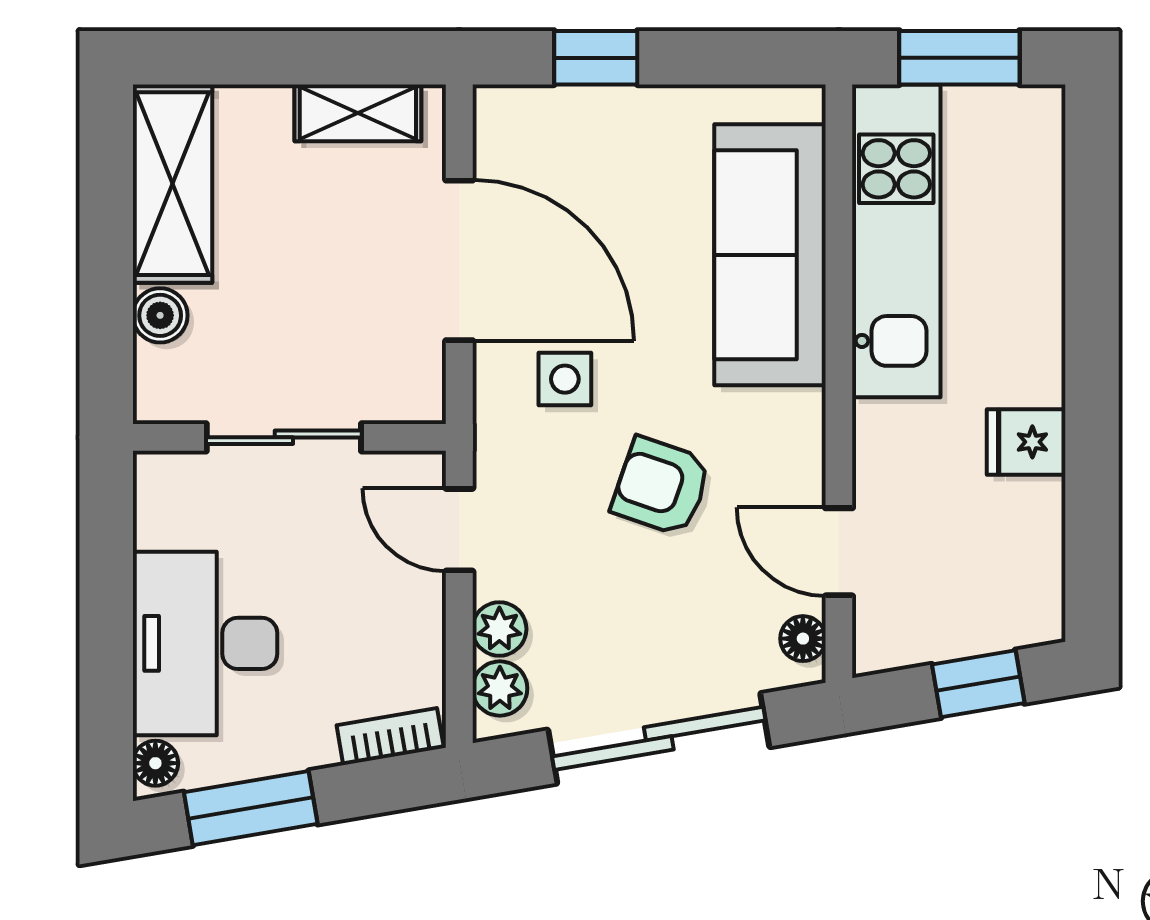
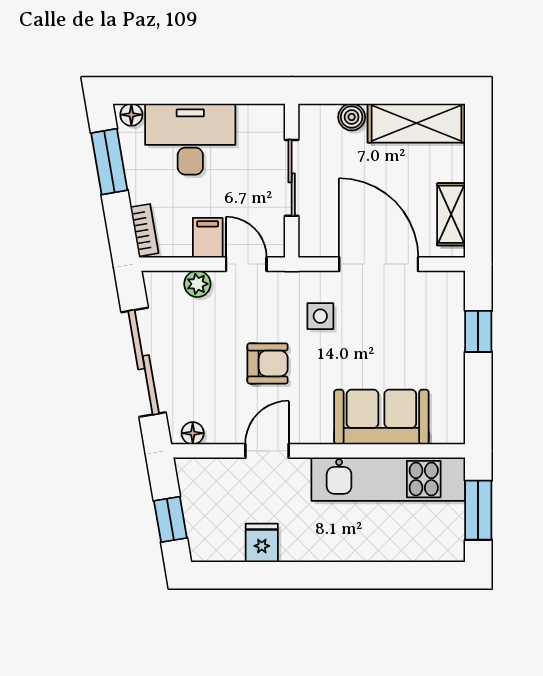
sofa: (770, 255) -> (381, 417), width x0.73
door: (459, 260) -> (379, 264), swing flipped
fridge: (1026, 442) -> (262, 543), moved
armchair: (661, 486) -> (268, 363), turned 71
door: (459, 530) -> (246, 264), hinge flipped
door: (839, 552) -> (267, 451), moved
filing cabinet: (406, 608) -> (208, 238), added
plant: (500, 688) -> (168, 284), removed

